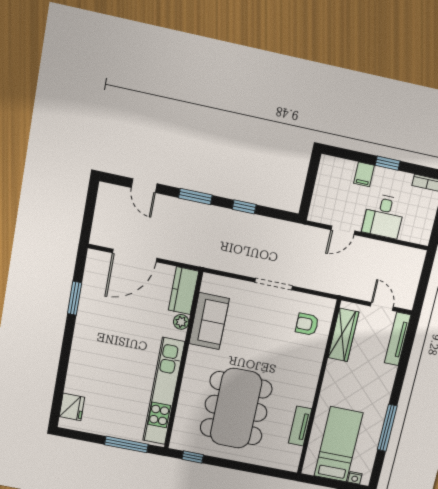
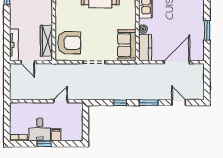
desk: (384, 216) -> (40, 130), moved, turned 180
sofa: (209, 321) -> (127, 45), moved
armchair: (307, 324) -> (69, 43), width x1.88, depth x1.88

